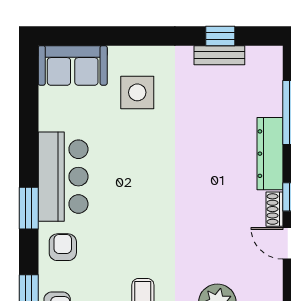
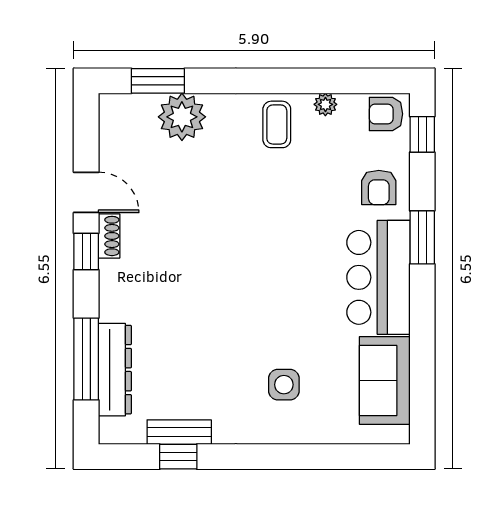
sofa: (73, 65) -> (385, 381), moved, turned -90
side table: (137, 92) -> (284, 385), width x0.73, depth x0.73
dresser: (270, 154) -> (115, 370), moved

